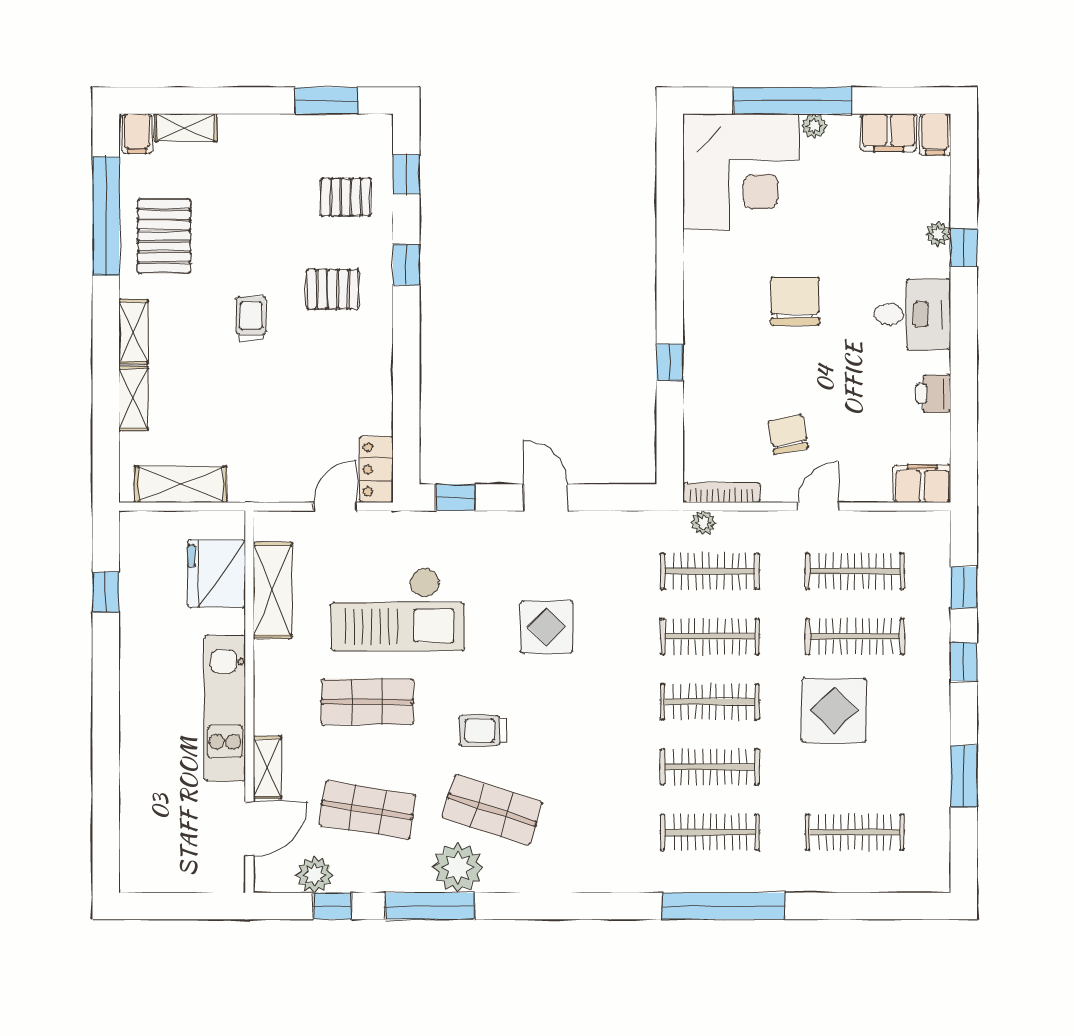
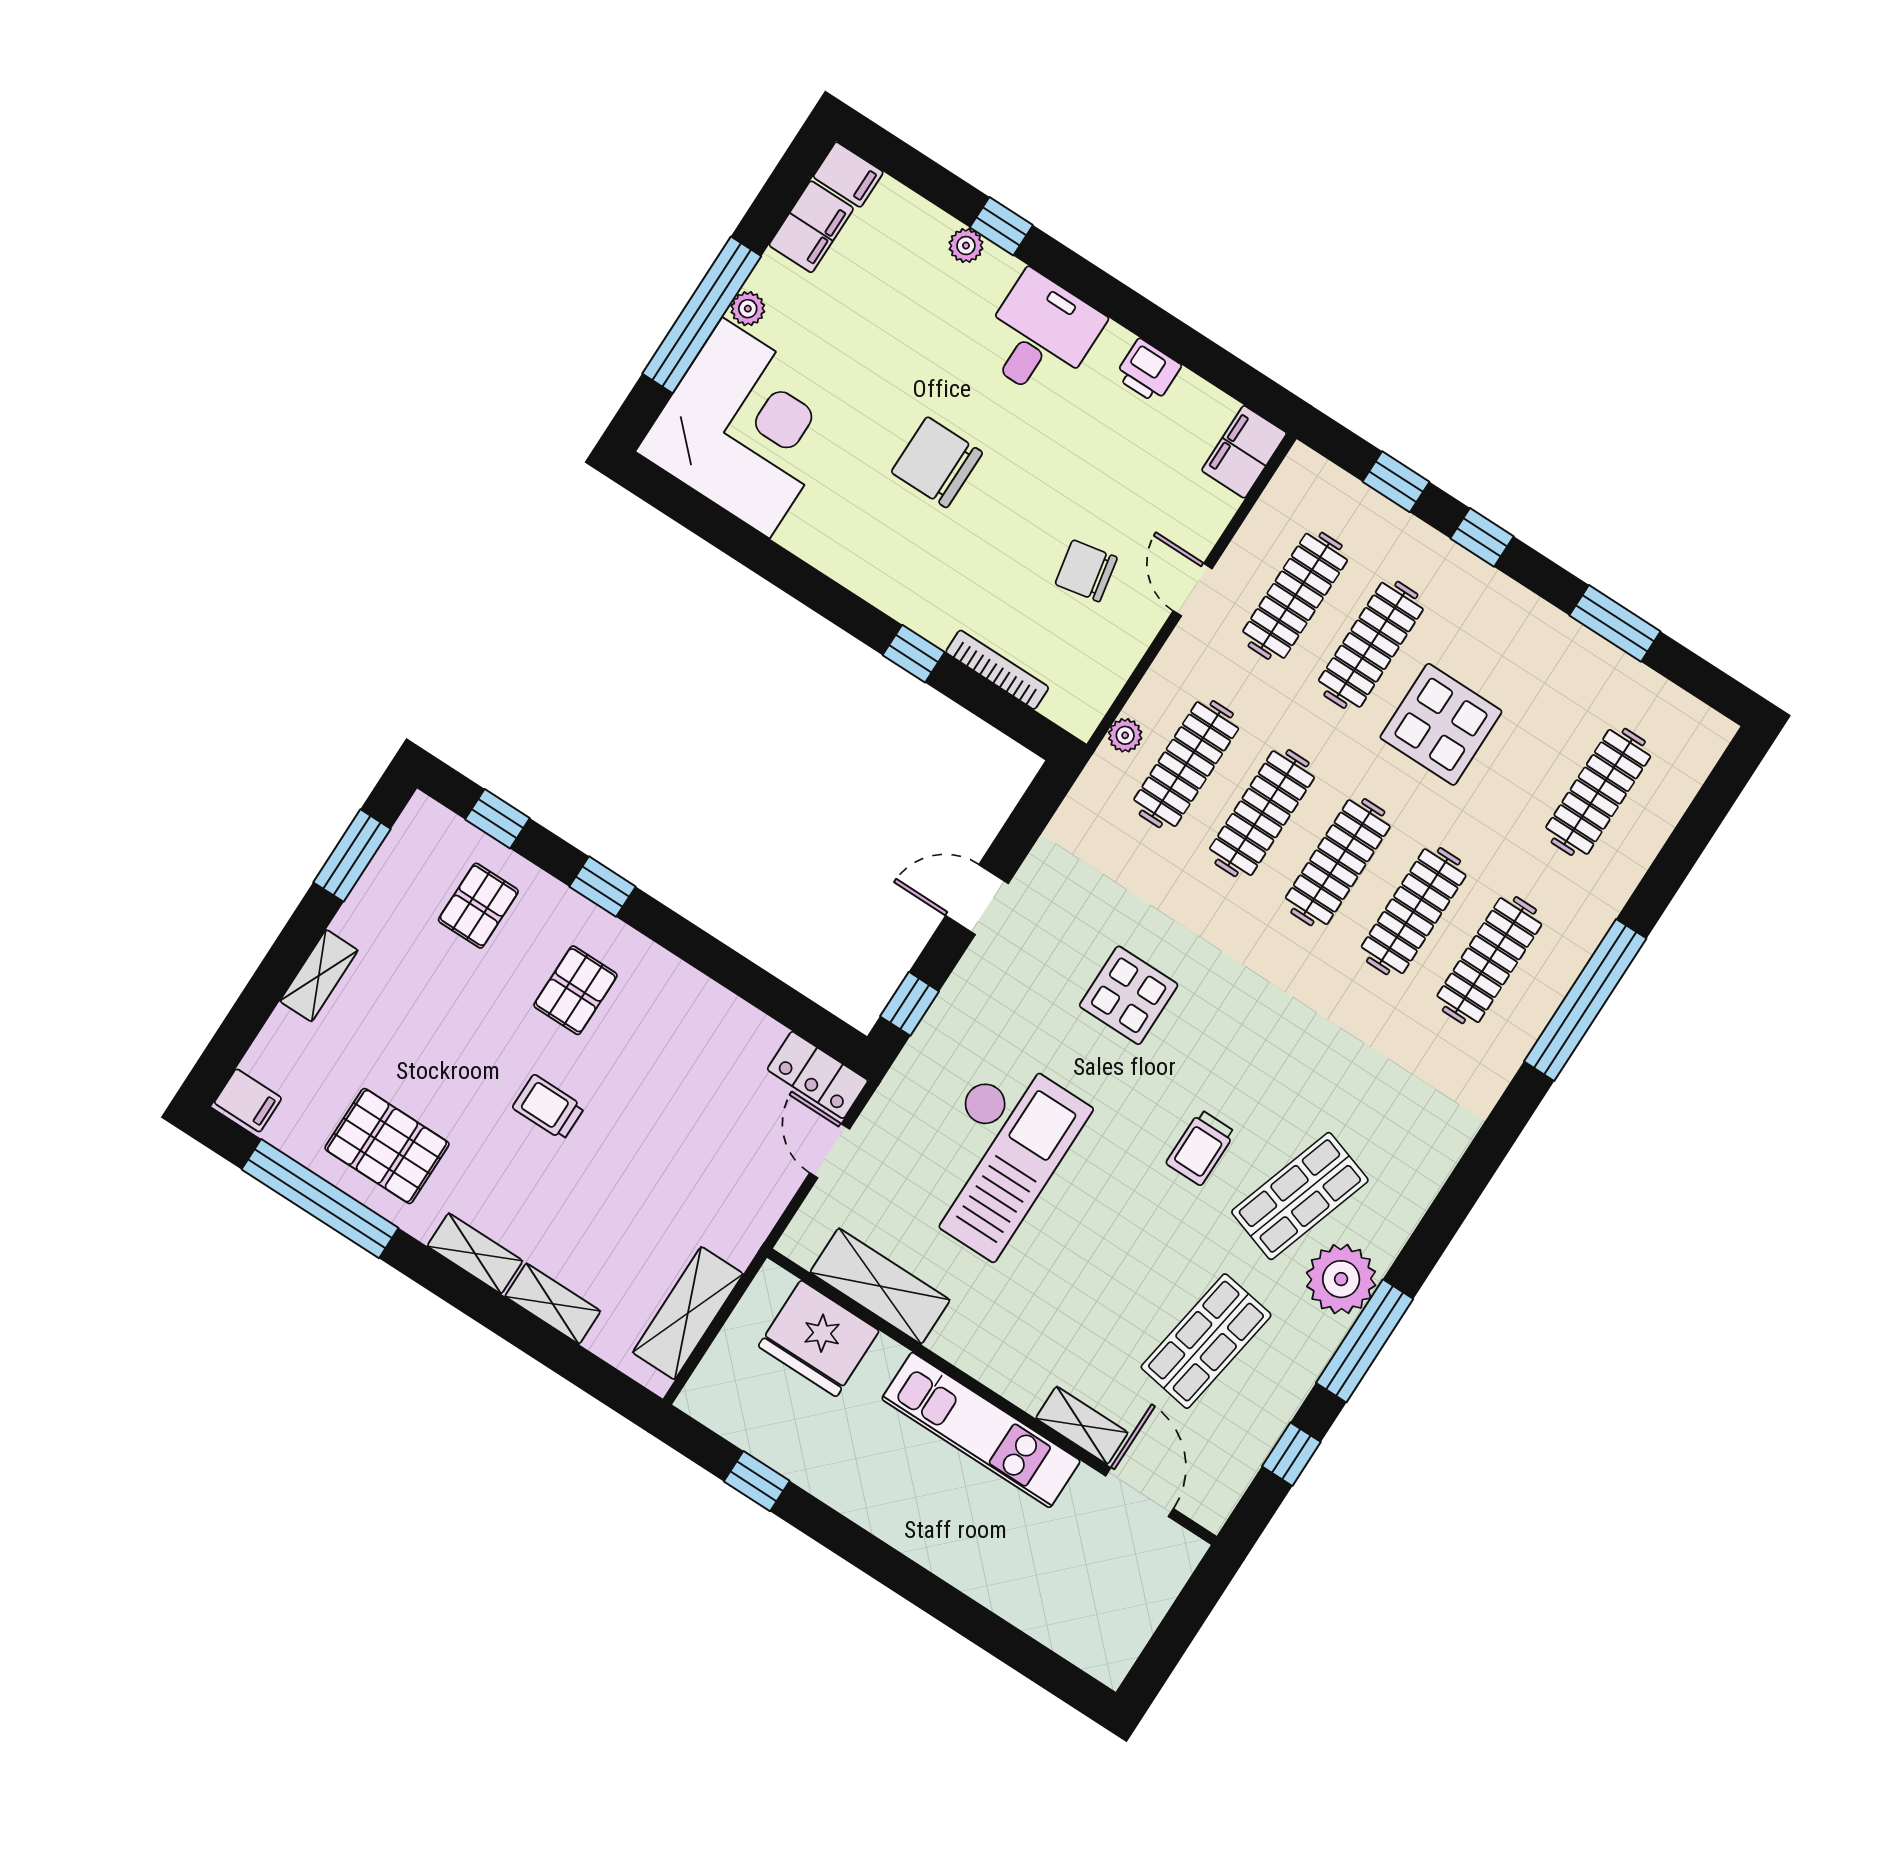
shelving: (186, 128) -> (319, 976), moved
bookcase: (722, 493) -> (997, 670), moved, turned 90
shop shelf: (367, 702) -> (1081, 1260), removed
plant: (315, 875) -> (1242, 1451), removed

